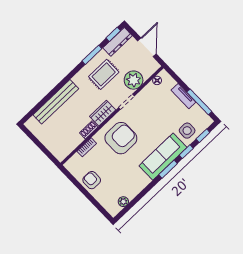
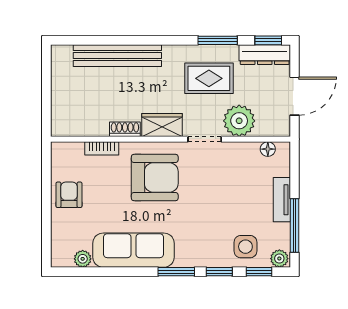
plant: (206, 122) -> (279, 259), added
sofa: (163, 157) -> (133, 250), moved

